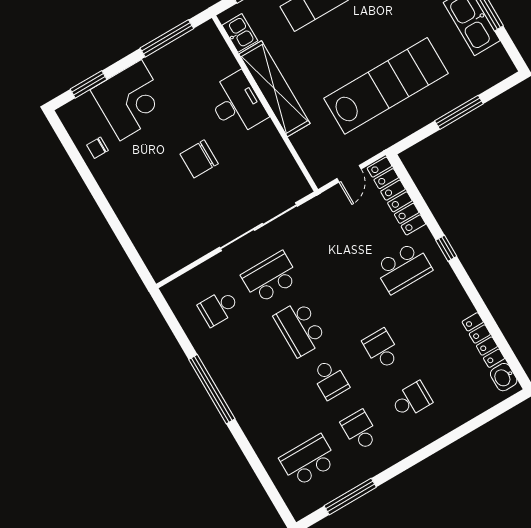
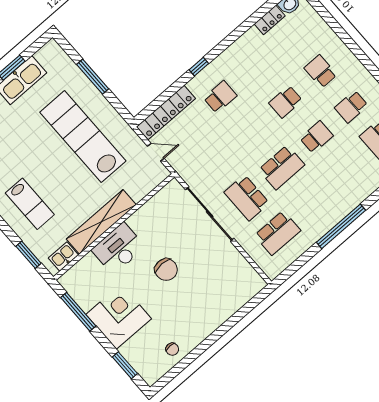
corner desk: (131, 100) -> (119, 317), moved
school desk: (403, 268) -> (220, 97), width x0.54
school desk: (219, 308) -> (278, 233), width x1.85
locker: (483, 340) -> (270, 20), width x0.66

